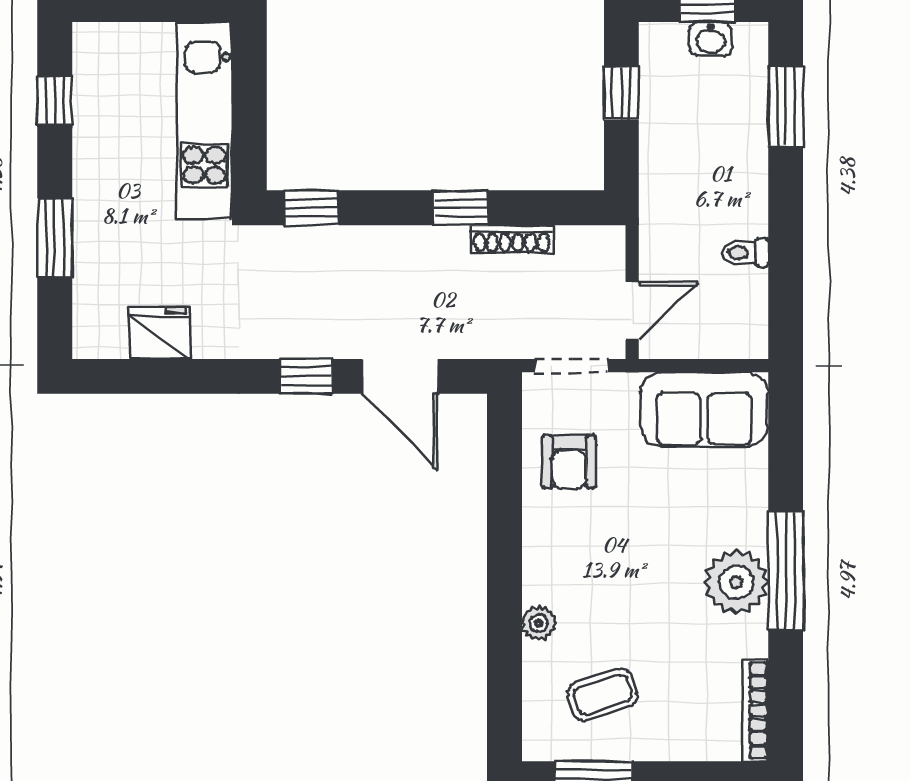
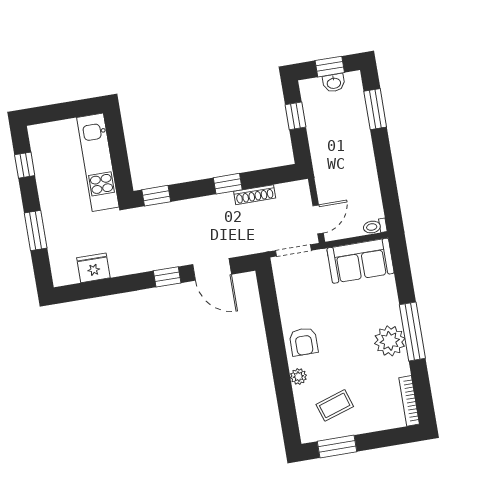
toilet: (745, 252) -> (375, 227), moved
armchair: (569, 461) -> (304, 342), moved

